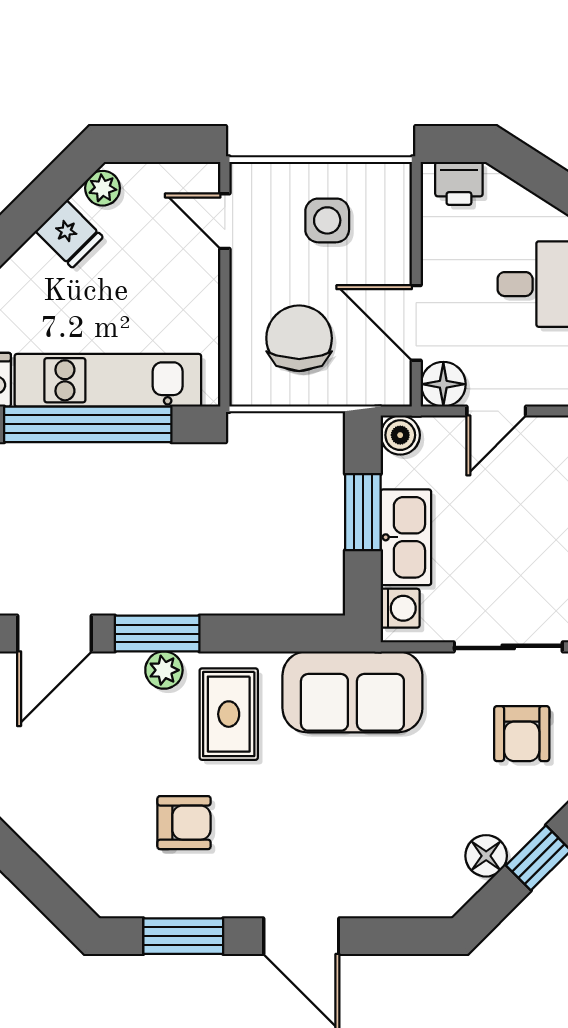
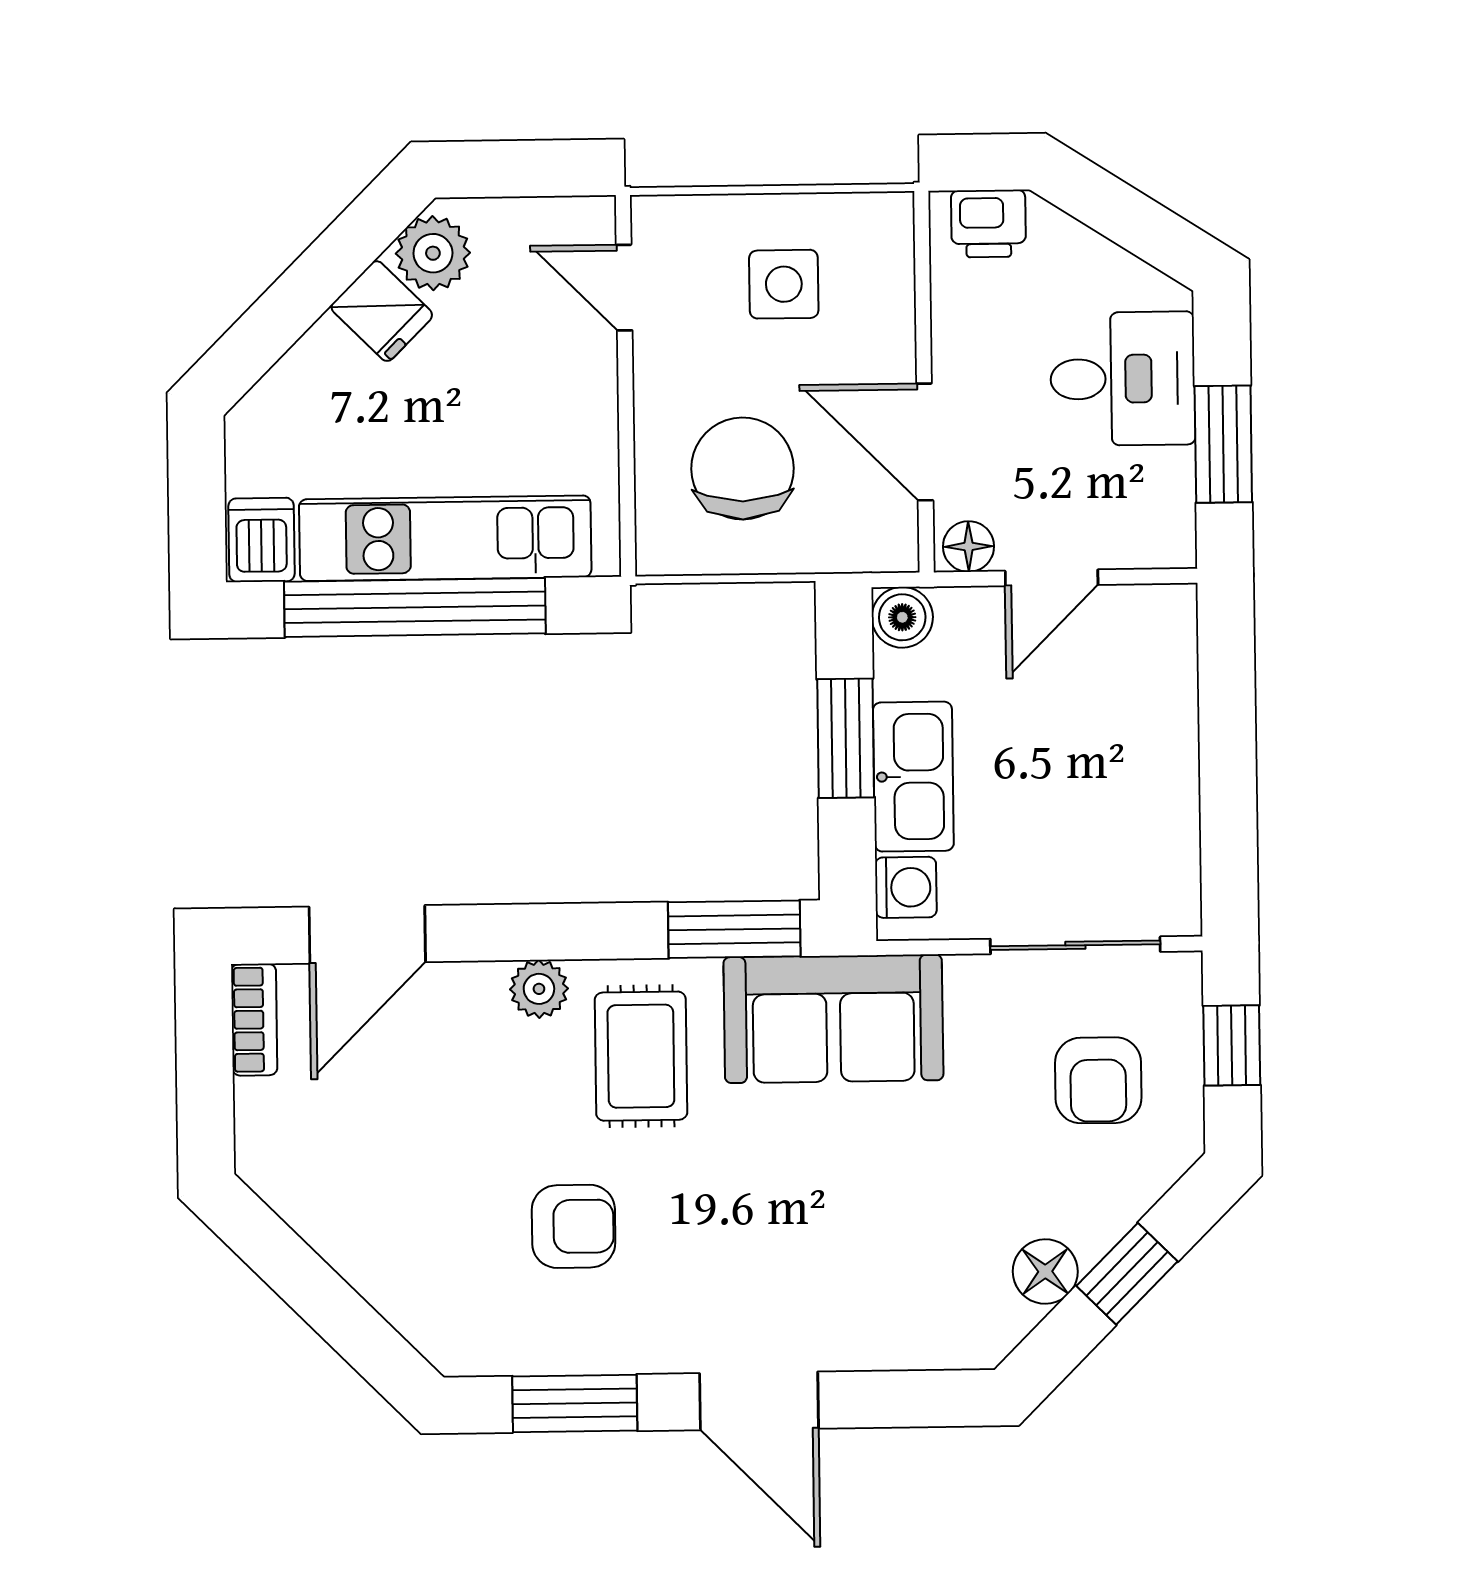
plant: (103, 188) -> (433, 253), width x1.38, depth x1.38
floor lamp: (443, 384) -> (969, 546), width x0.73, depth x0.73
window: (157, 634) -> (734, 929), moved

